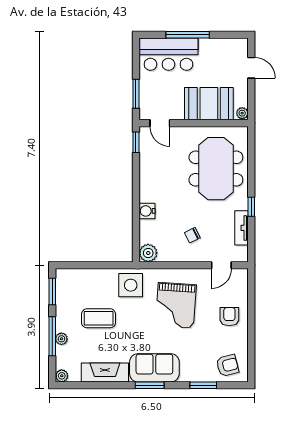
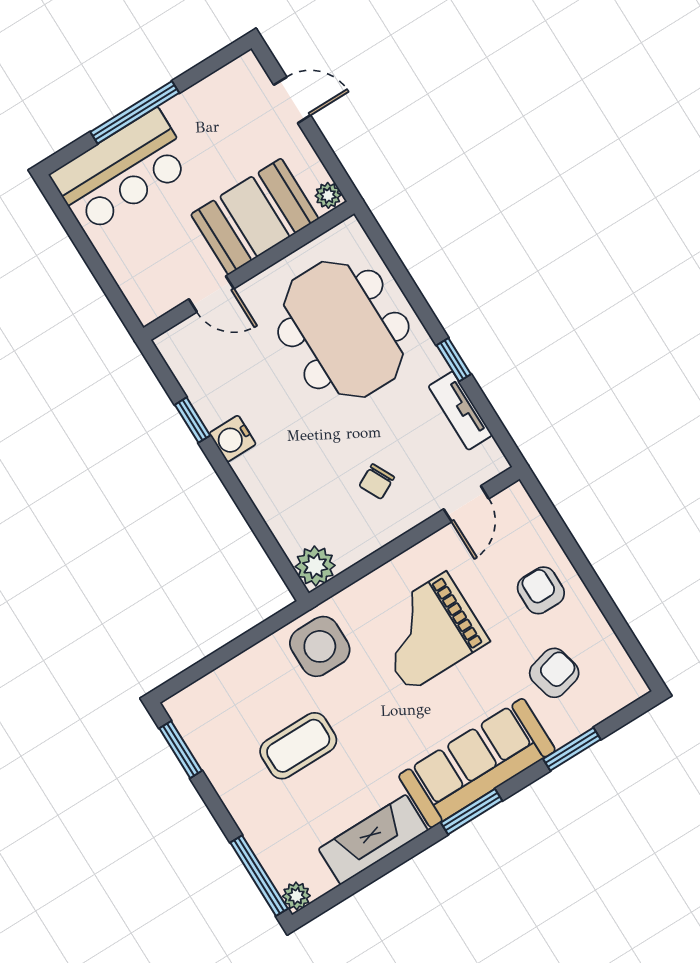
window: (136, 94) -> (107, 283), removed
door: (160, 123) -> (211, 294), moved
window: (136, 142) -> (193, 420), moved
water cooler: (147, 211) -> (233, 439), moved
grand piano: (176, 305) -> (428, 632), turned 86
window: (52, 336) -> (259, 876), moved
plant: (61, 339) -> (253, 827), removed
armchair: (227, 365) -> (554, 673), moved
sofa: (154, 368) -> (477, 763), width x1.36

